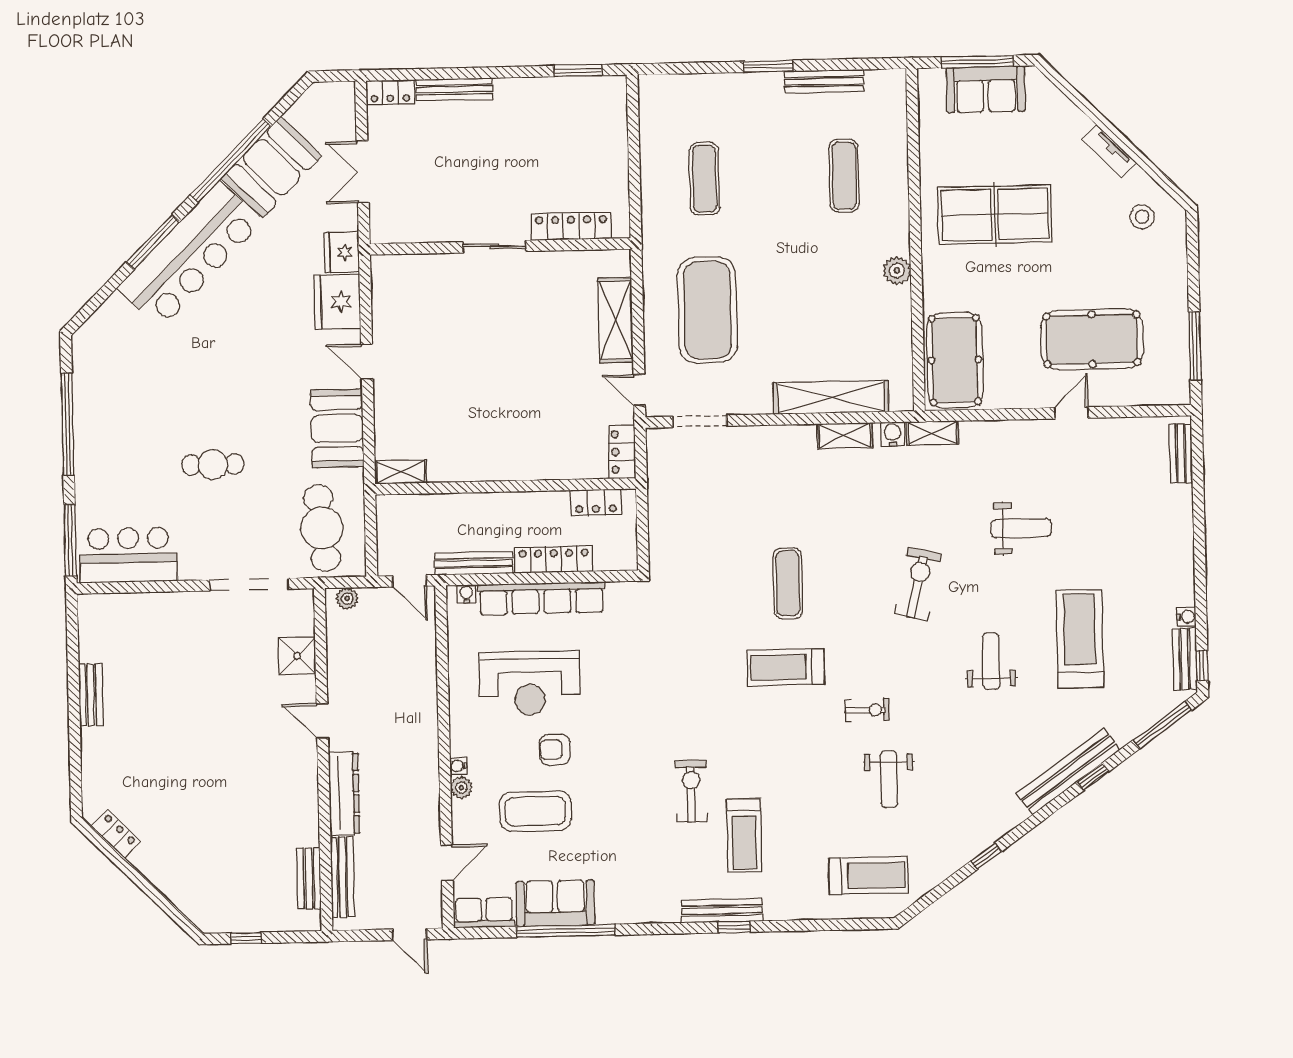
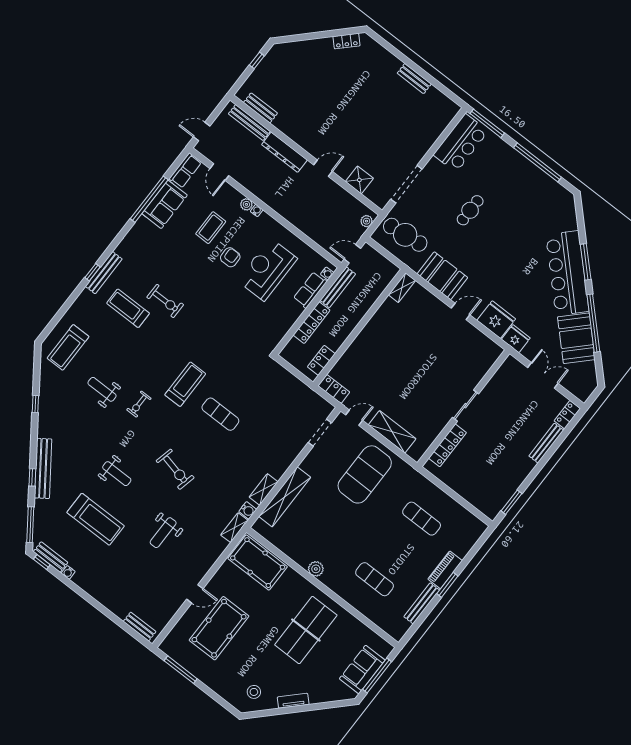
piano: (750, 87) -> (445, 570), added
exercise mat: (707, 310) -> (365, 474), turned 90
door: (1071, 413) -> (195, 594), hinge flipped
row of seats: (541, 598) -> (310, 290), width x0.50
coffee table: (535, 811) -> (211, 228), width x0.73, depth x0.76

